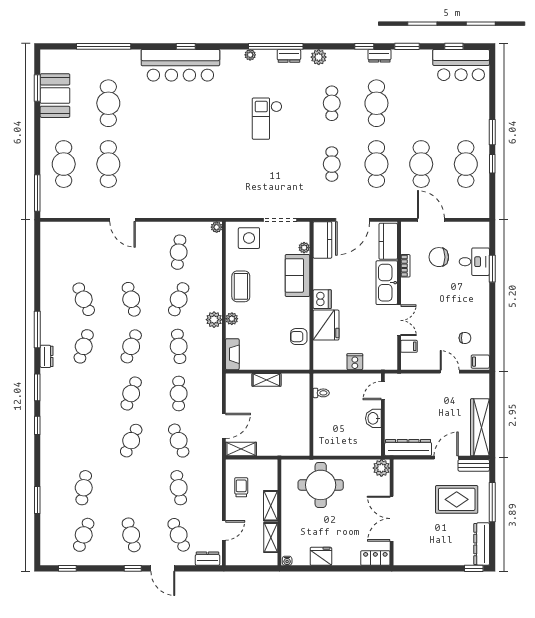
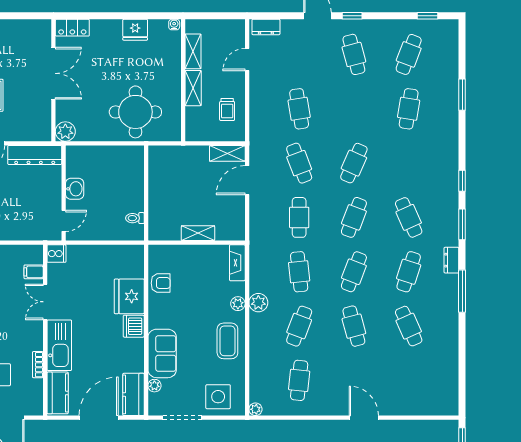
cooker: (355, 362) -> (56, 254), moved, turned -90
cafe table: (179, 535) -> (409, 217), moved

